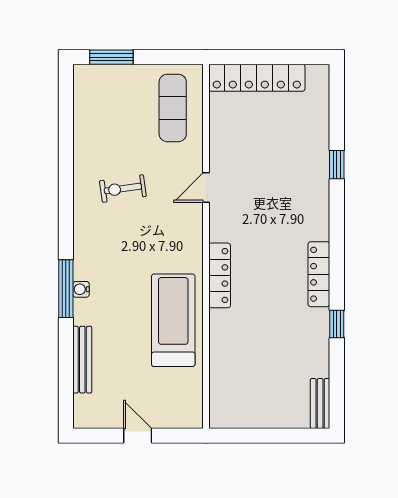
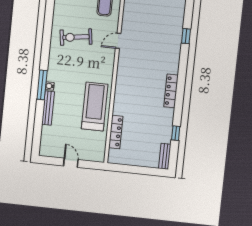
exercise bike: (123, 189) -> (76, 37), width x1.38, depth x1.39
locker: (220, 275) -> (116, 132), moved
window: (337, 324) -> (176, 133), moved
bench: (82, 360) -> (48, 108), moved

